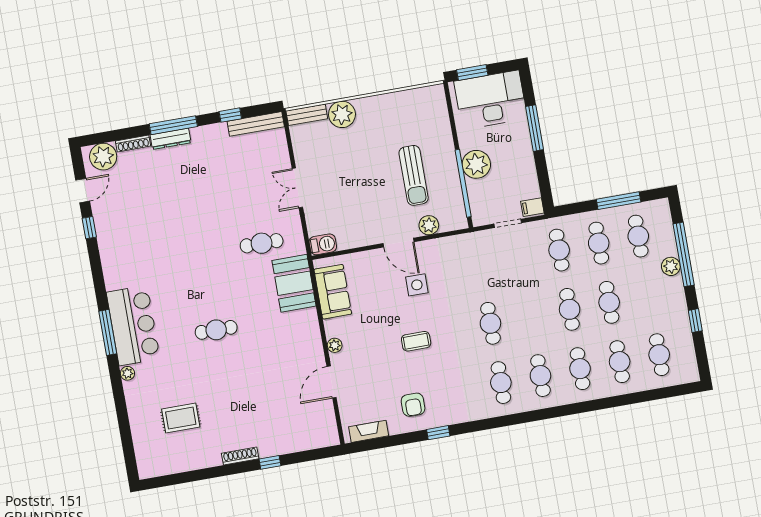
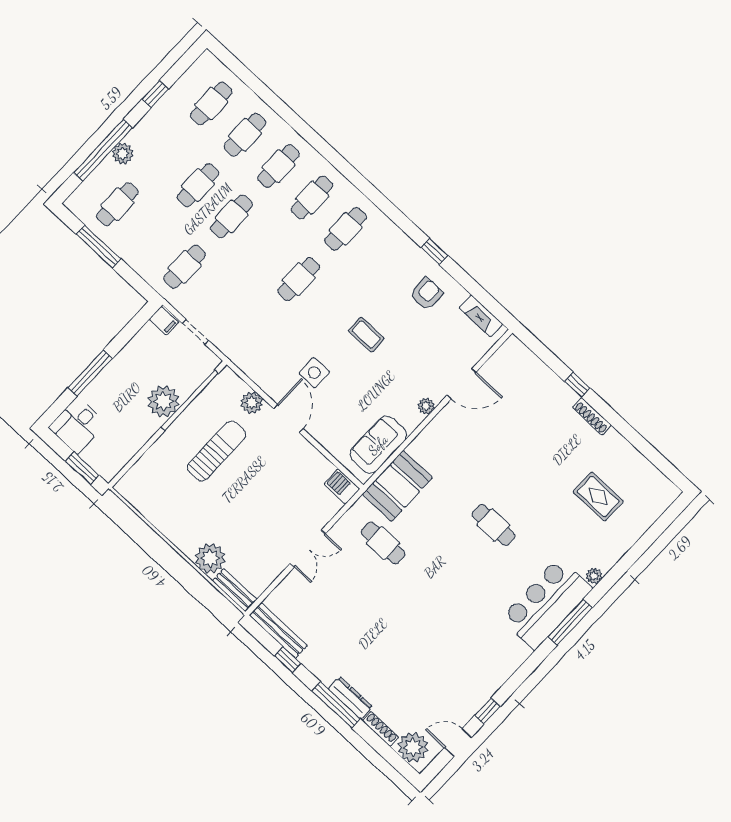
desk: (491, 100) -> (77, 425), width x0.53, depth x0.77
cafe table: (599, 243) -> (151, 235), removed

